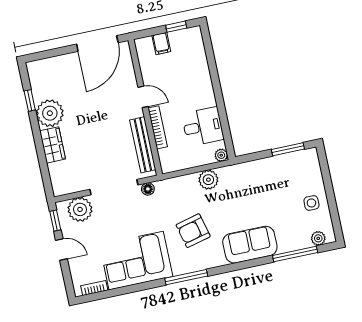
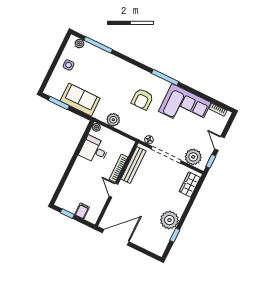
wardrobe: (53, 145) -> (190, 185), moved
armchair: (193, 231) -> (142, 99), turned 104
sofa: (250, 245) -> (80, 100), moved, turned 180

